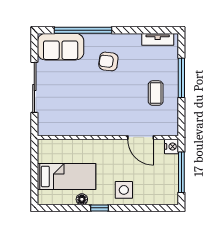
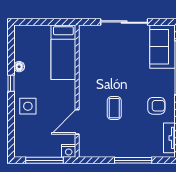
armchair: (108, 61) -> (156, 106), moved, turned 83
coffee table: (156, 93) -> (114, 108), moved, turned 90
bed: (67, 176) -> (63, 52), moved

